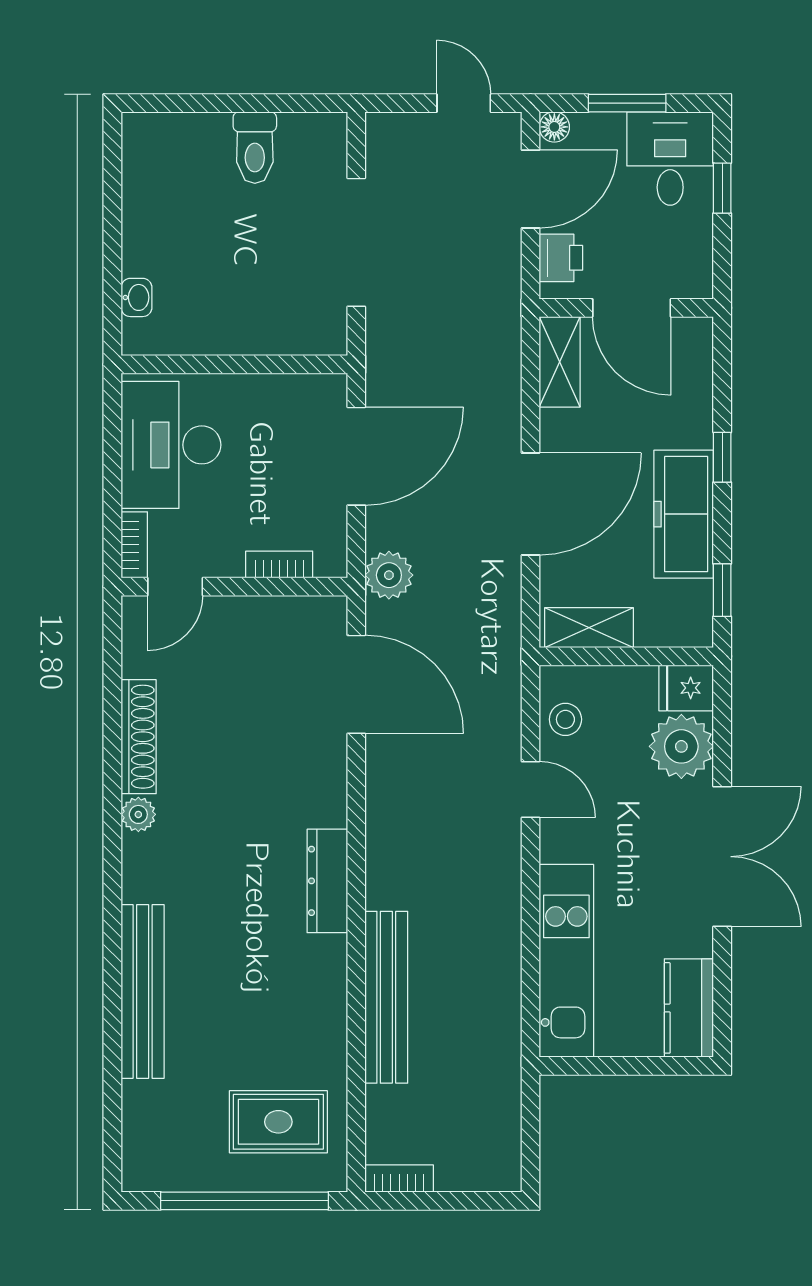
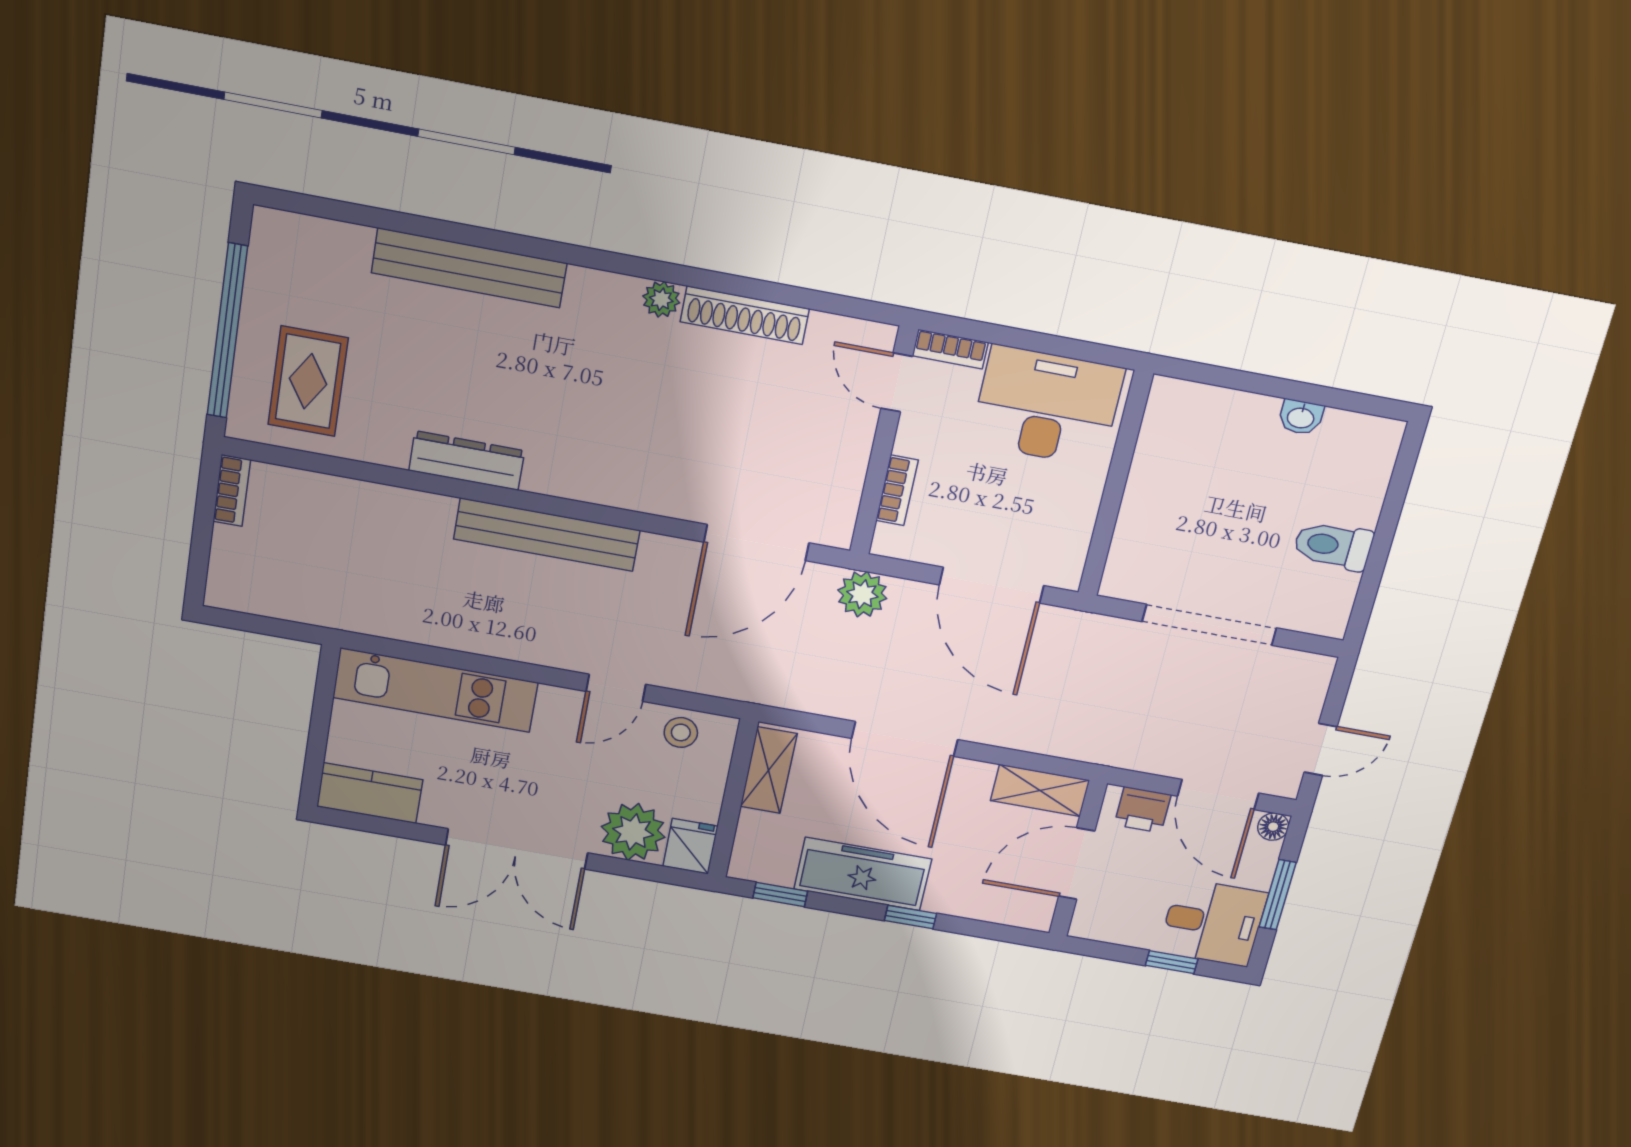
washbasin: (136, 297) -> (1301, 417), moved
dresser: (327, 881) -> (467, 461), moved
bench: (386, 997) -> (547, 535), moved

